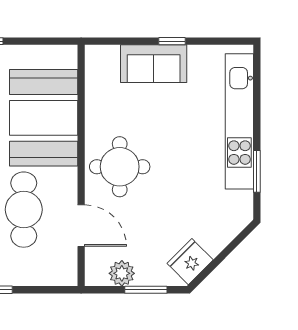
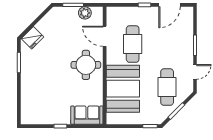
sofa: (154, 64) -> (87, 115), moved
kitchen unit: (239, 121) -> (27, 87), removed
fridge: (190, 262) -> (32, 38), moved

